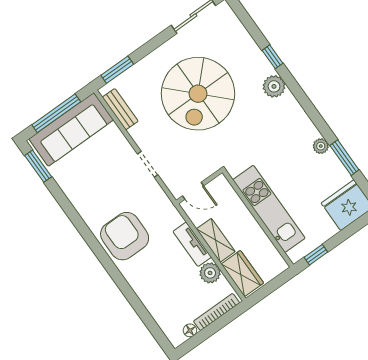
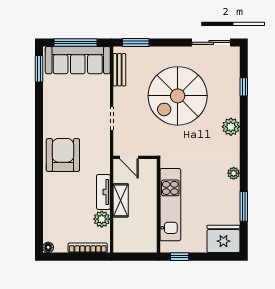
window: (272, 57) -> (244, 87), moved
plant: (321, 146) -> (234, 173), moved
wardrobe: (242, 273) -> (123, 235), removed
floor lamp: (190, 330) -> (48, 247), moved

